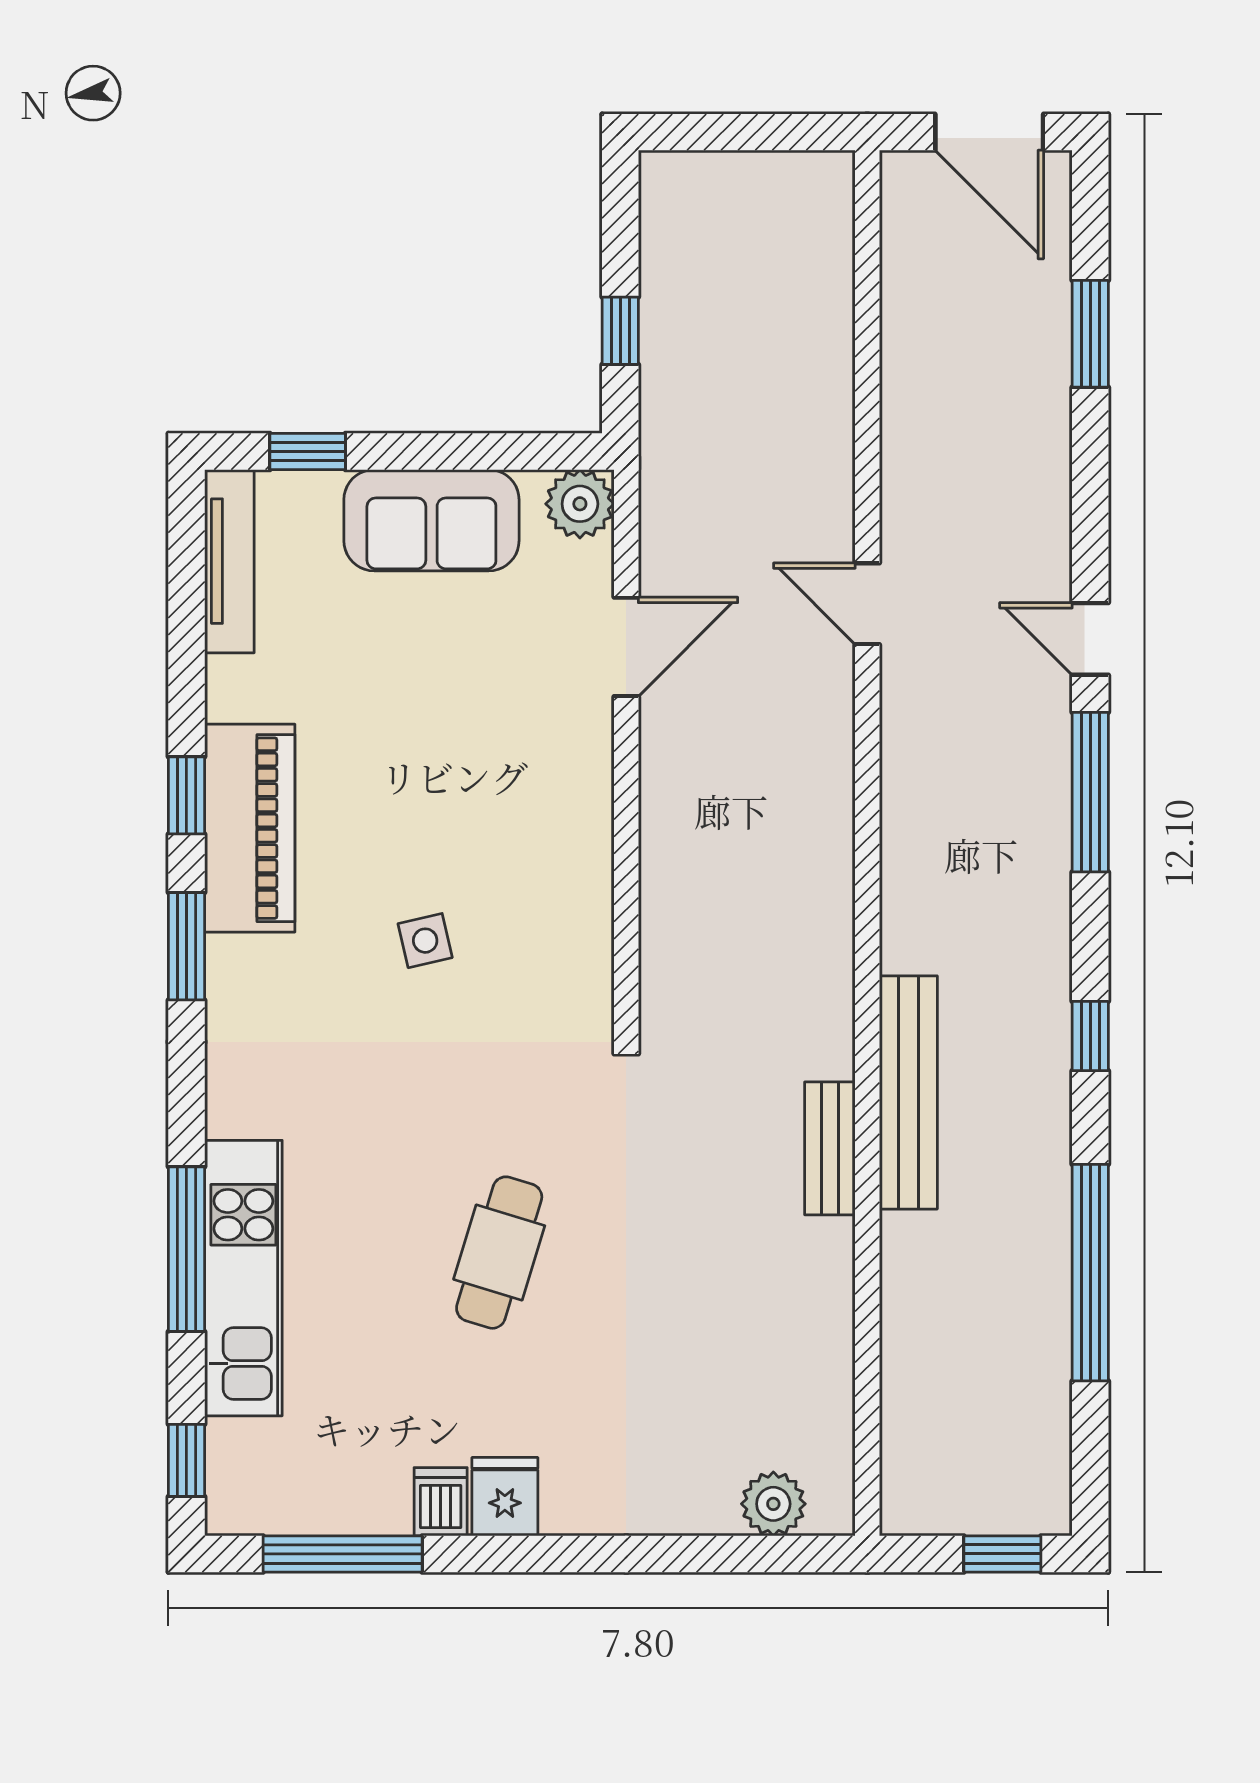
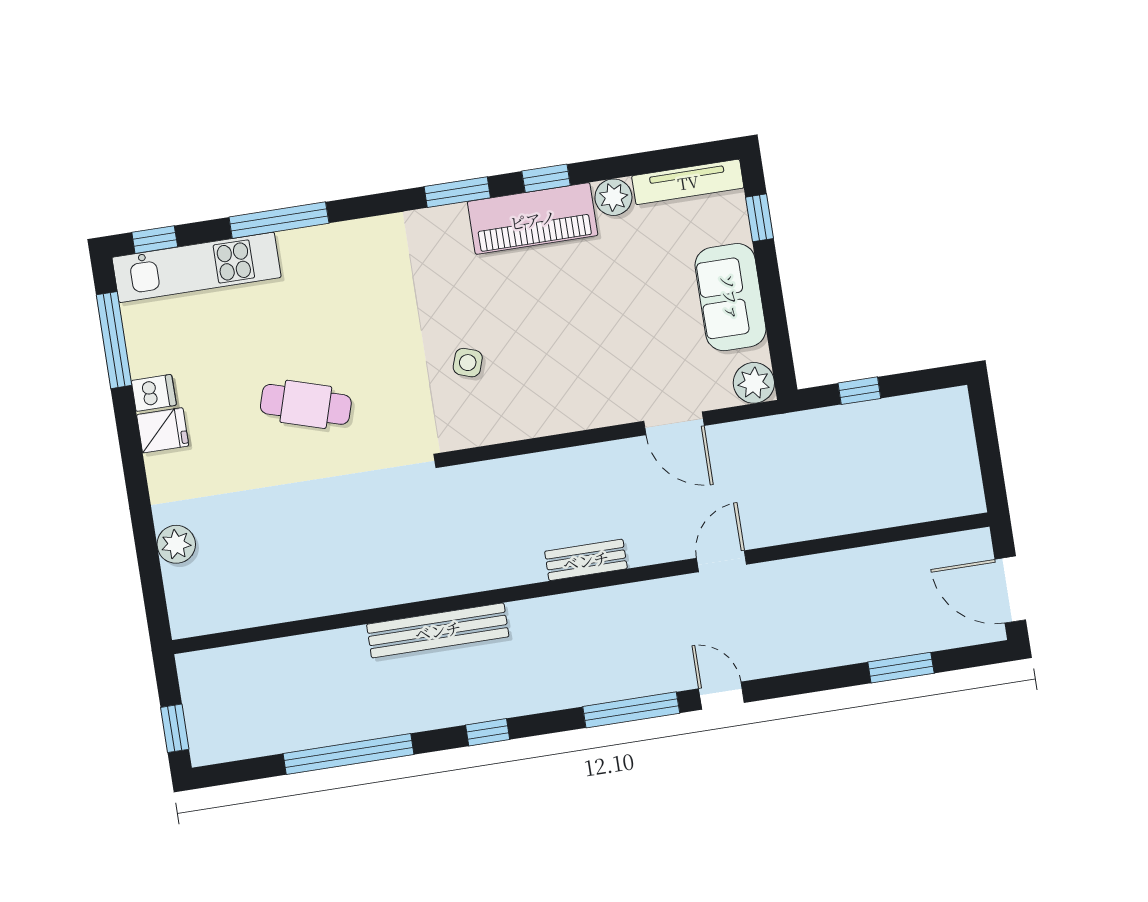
door: (989, 132) -> (1010, 590), hinge flipped
door: (1090, 639) -> (721, 696), hinge flipped
plant: (235, 688) -> (613, 197), added
side table: (425, 941) -> (468, 363), moved, turned 32
bench: (830, 1148) -> (586, 560), moved
kitchen unit: (243, 1278) -> (197, 267), moved
plant: (773, 1504) -> (176, 544), moved

